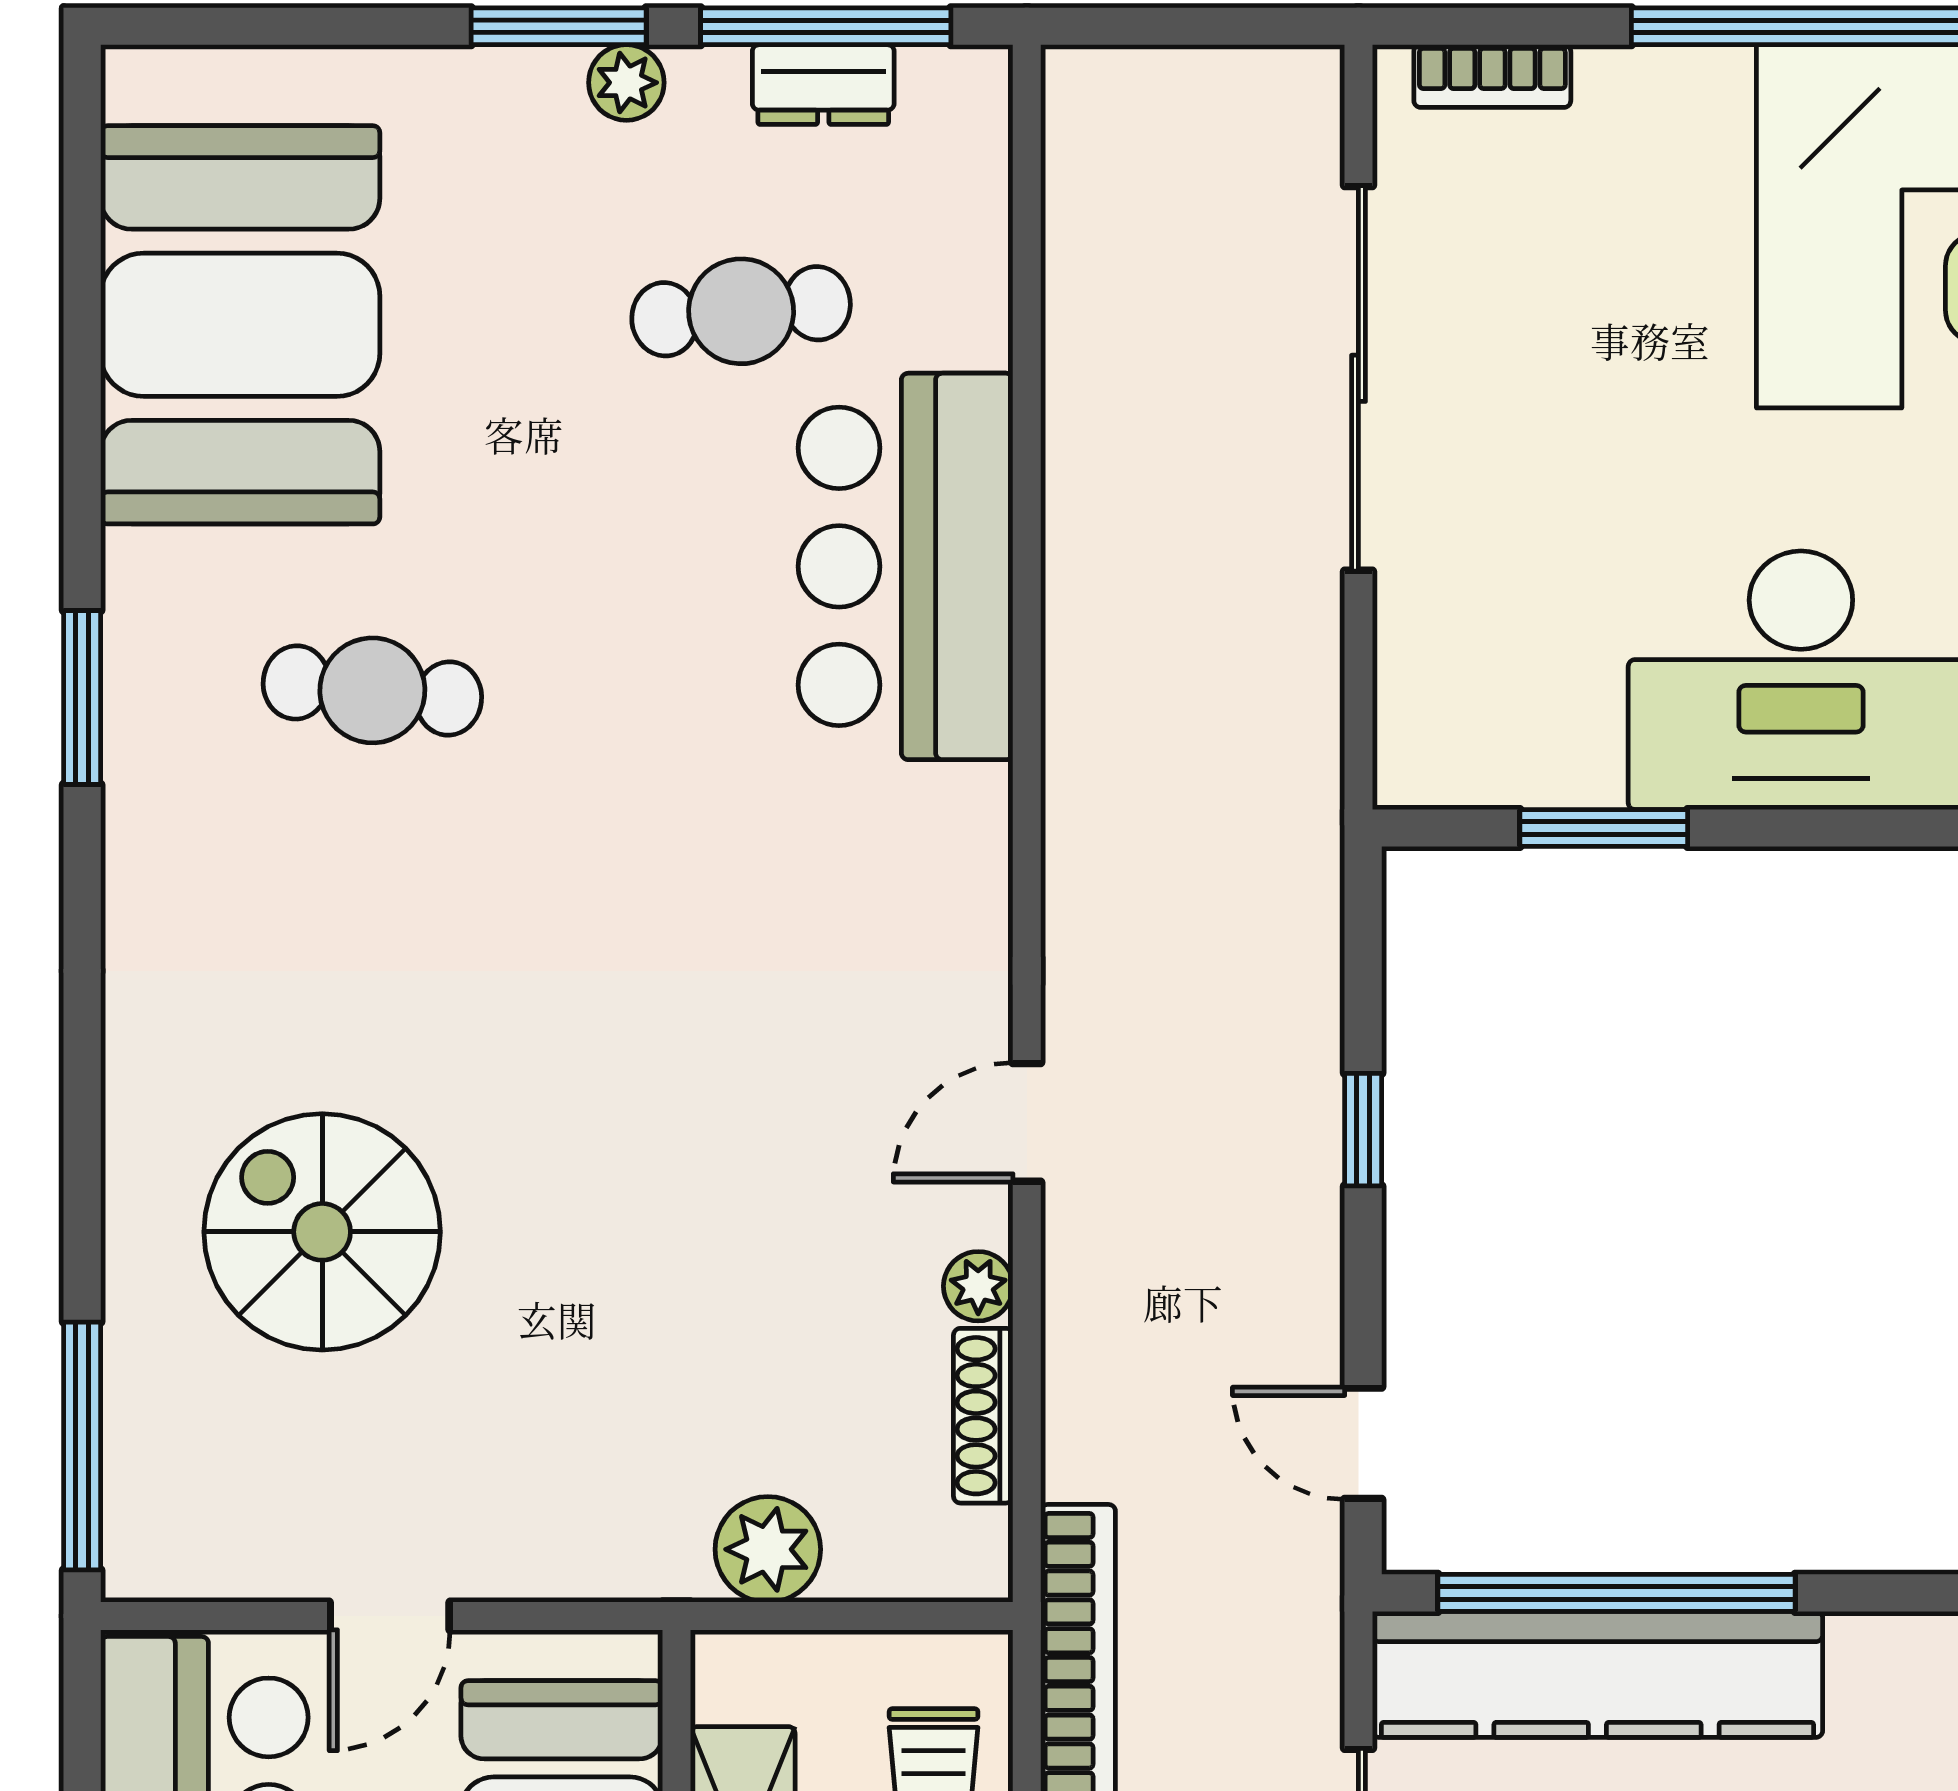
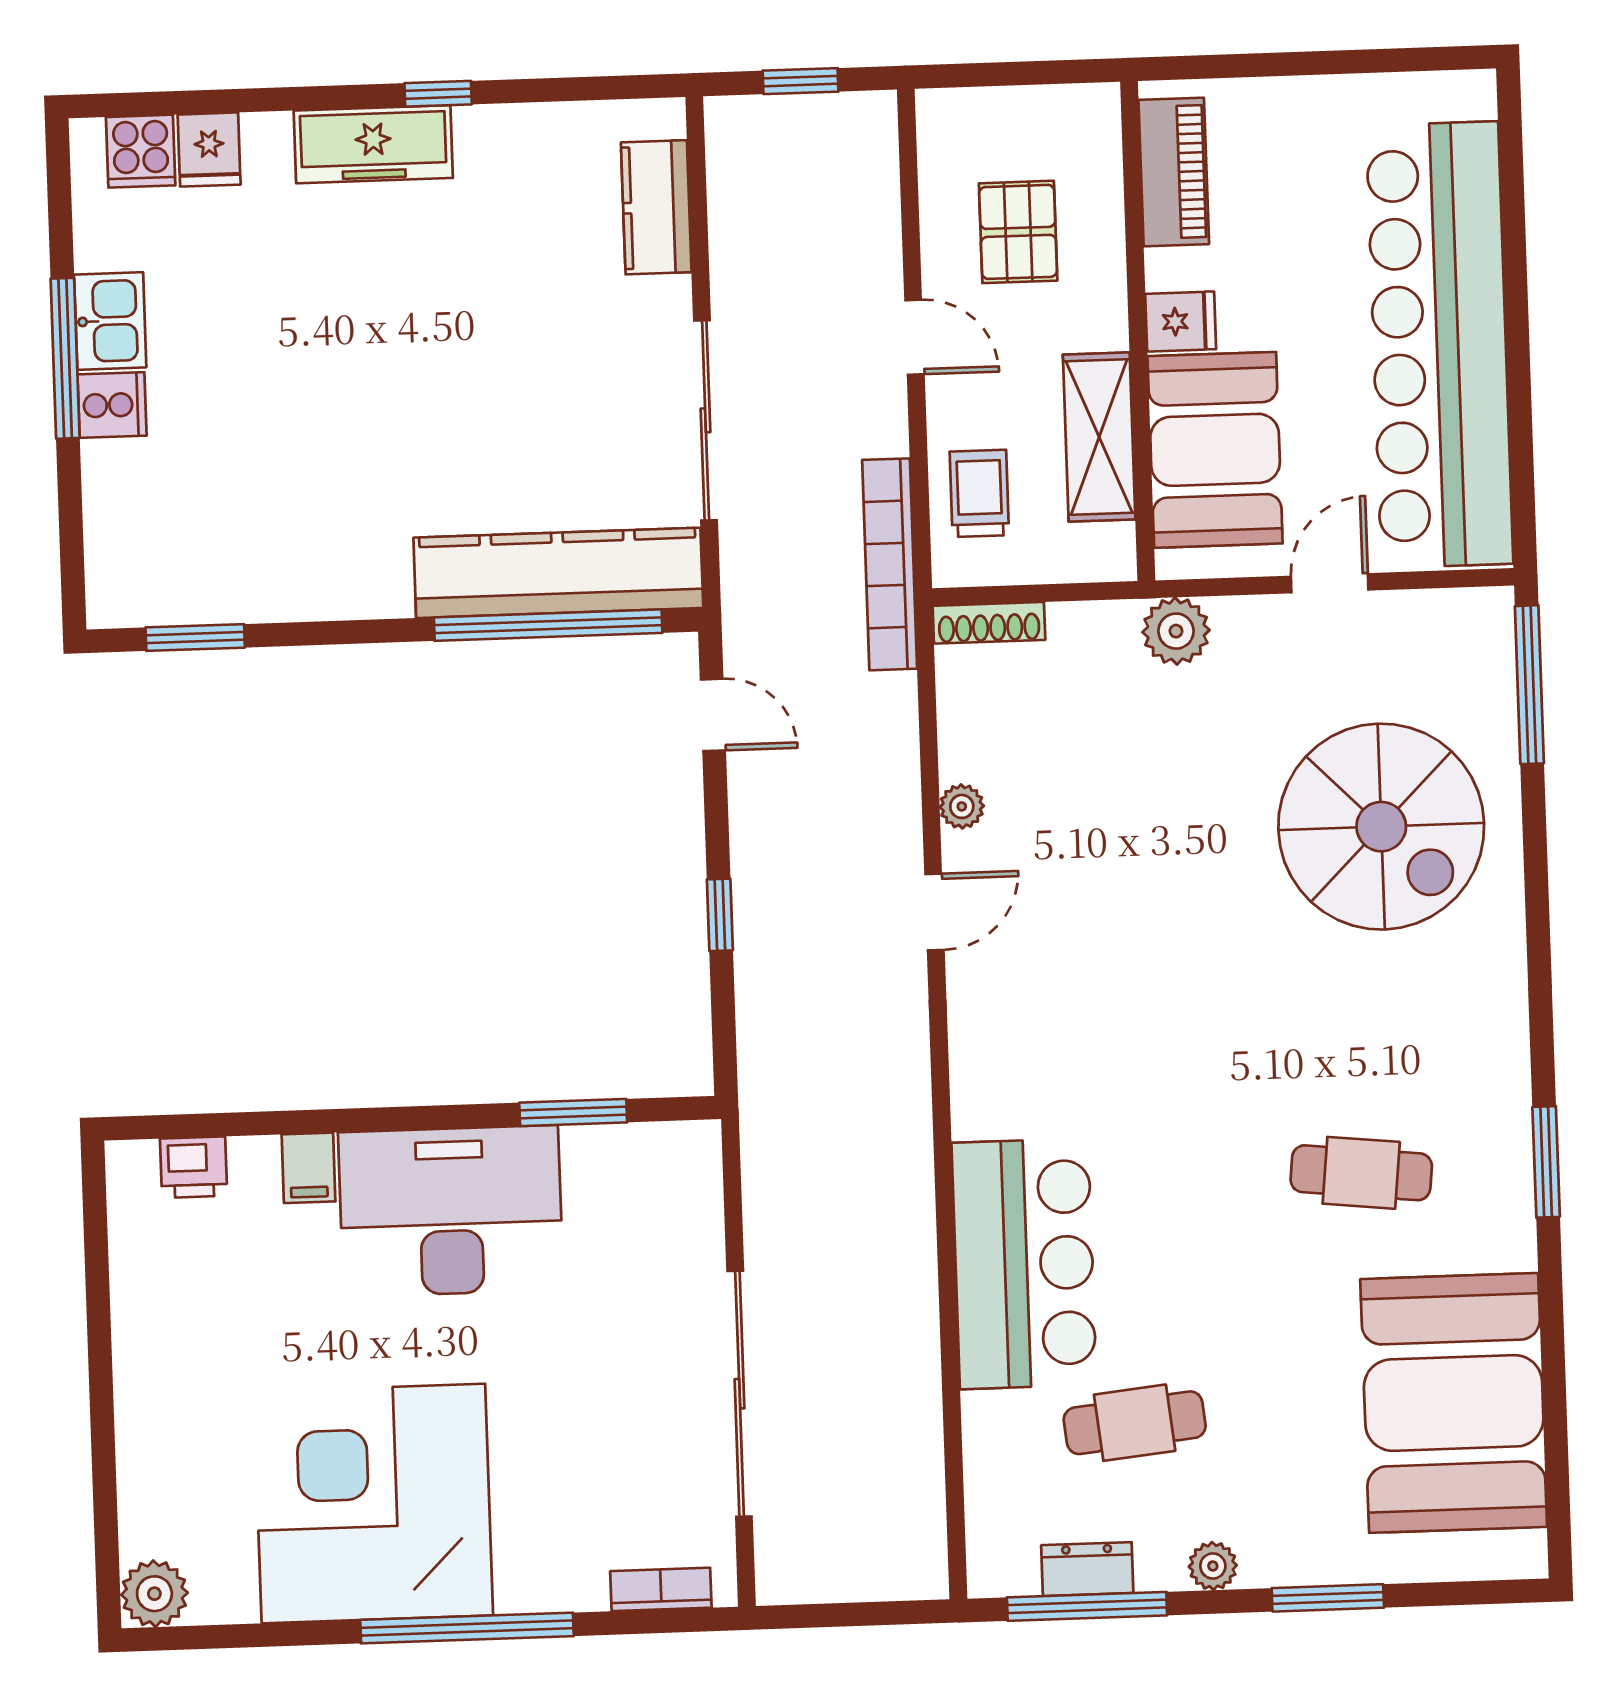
window: (559, 26) -> (1328, 1598), moved
spiral stairs: (322, 1232) -> (1381, 827), width x1.37, depth x1.37
shoe rack: (983, 1416) -> (989, 623), moved, turned 90
plant: (768, 1549) -> (1176, 631), moved

